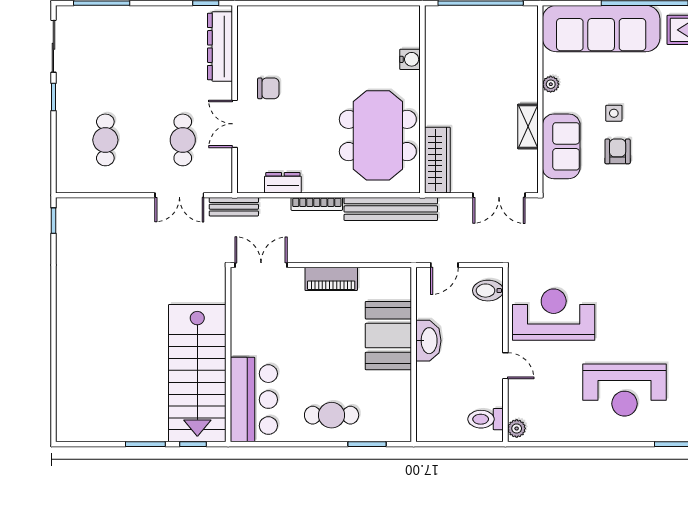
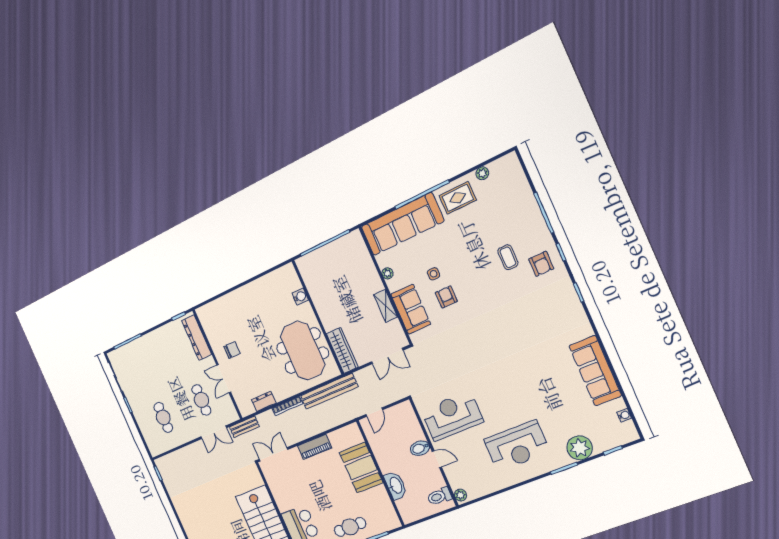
bidet: (488, 291) -> (420, 448), moved
washbasin: (428, 341) -> (396, 485), moved

